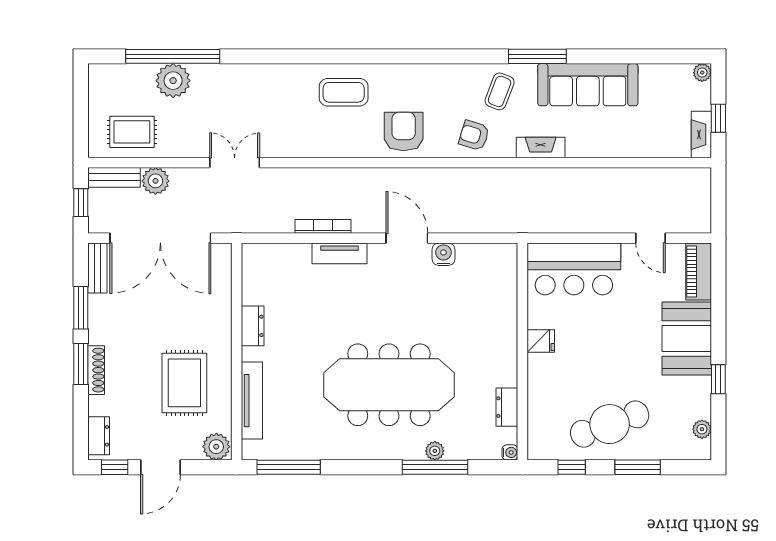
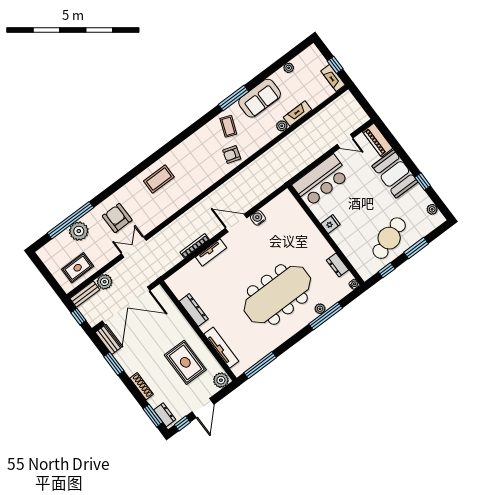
plant: (702, 73) -> (289, 68), moved
sofa: (588, 85) -> (260, 98), width x0.73
armchair: (404, 131) -> (117, 218), moved
fireplace: (541, 148) -> (298, 114), moved
plant: (577, 148) -> (282, 126), added
dresser: (253, 326) -> (194, 310), width x1.44
window: (81, 364) -> (153, 416), moved

